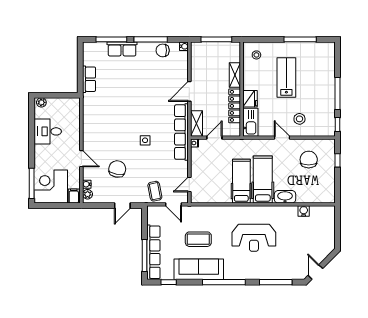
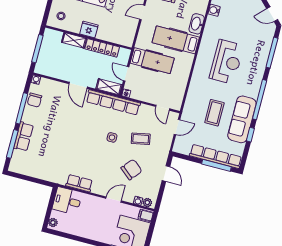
row of seats: (89, 79) -> (79, 183), moved
fridge: (250, 99) -> (89, 29), moved
kitchen sink: (250, 122) -> (121, 38), removed
desk: (48, 131) -> (67, 201), moved, turned 90
chair: (117, 169) -> (131, 170), turned 120
hospital bed: (241, 181) -> (152, 61), moved, turned 180
coffee table: (155, 191) -> (141, 139), moved
window: (169, 282) -> (250, 135), moved

